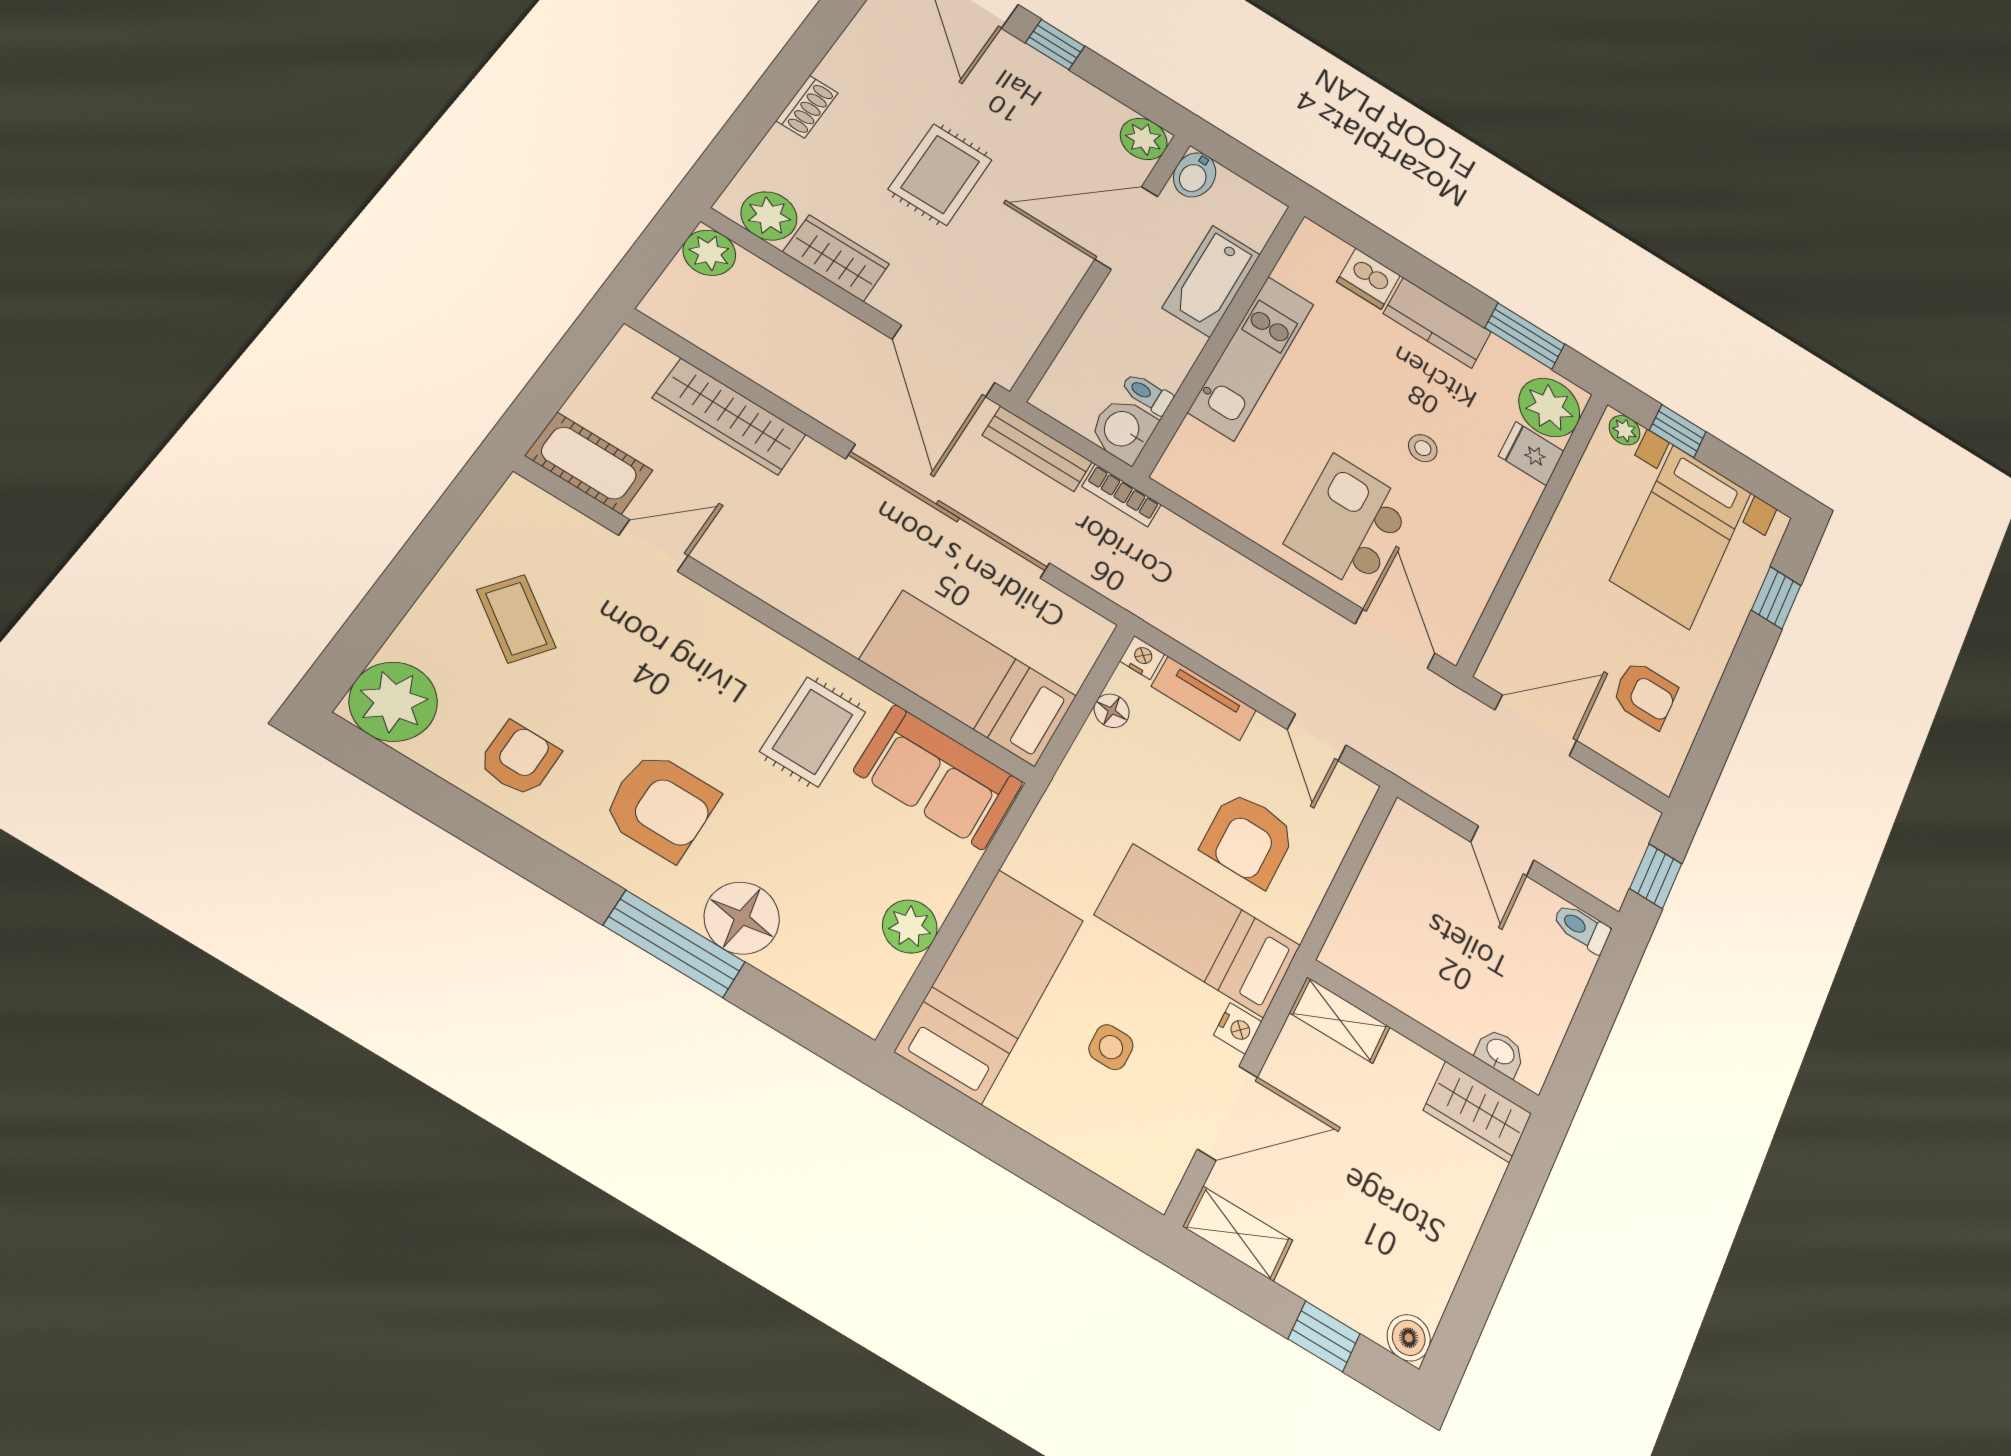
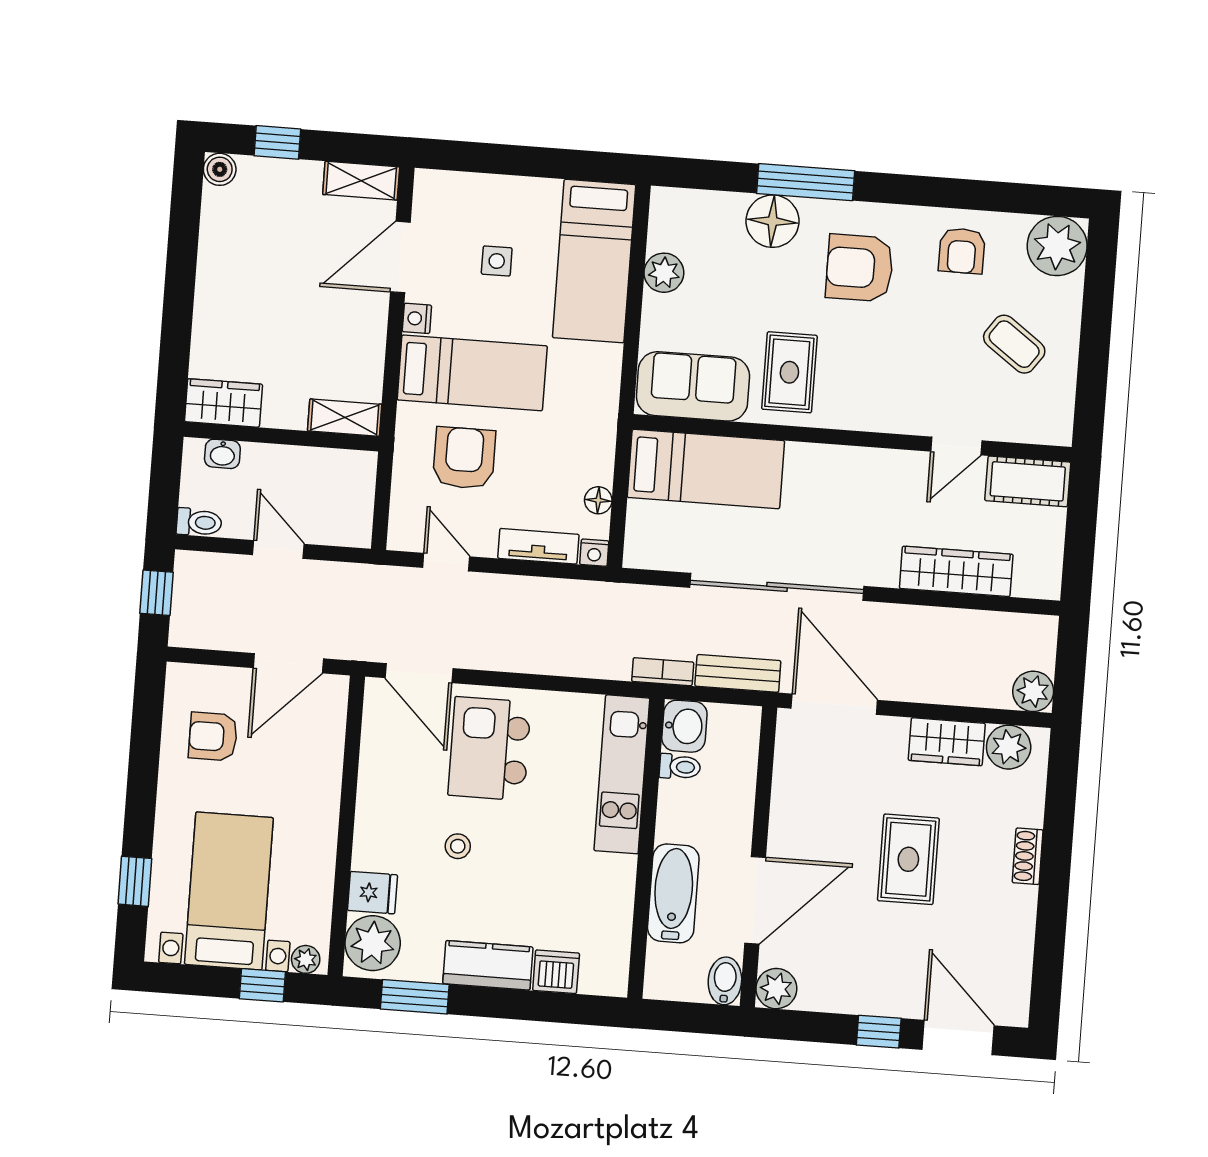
kitchen unit: (1251, 358) -> (622, 774), moved
kitchen island: (1349, 523) -> (489, 749), turned 180
shelving: (1340, 1020) -> (345, 418), moved
wall: (1423, 1037) -> (281, 437), moved
washbasin: (1500, 1053) -> (222, 454), moved
wardrobe: (1477, 1112) -> (223, 403), moved

